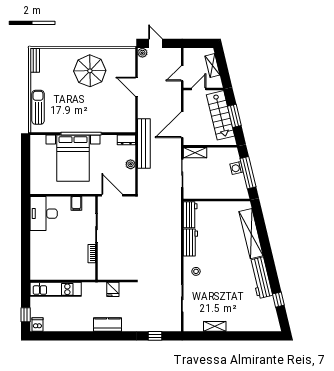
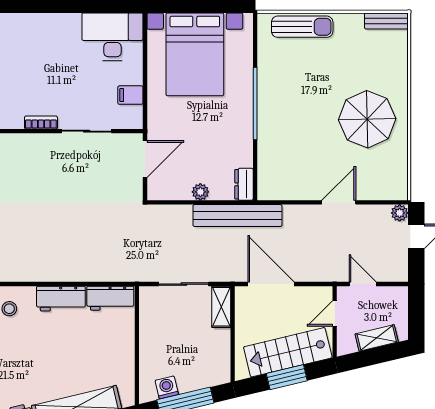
door: (199, 89) -> (335, 313), swing flipped
bed with nightstands: (73, 158) -> (195, 54), moved, turned -90
washing machine: (237, 168) -> (167, 387), moved

